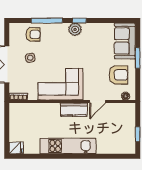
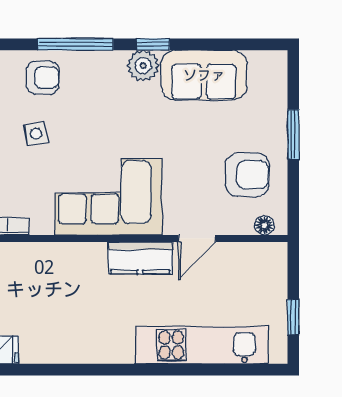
sofa: (125, 41) -> (204, 75), moved, turned -90
kitchen unit: (68, 146) -> (202, 345), moved

